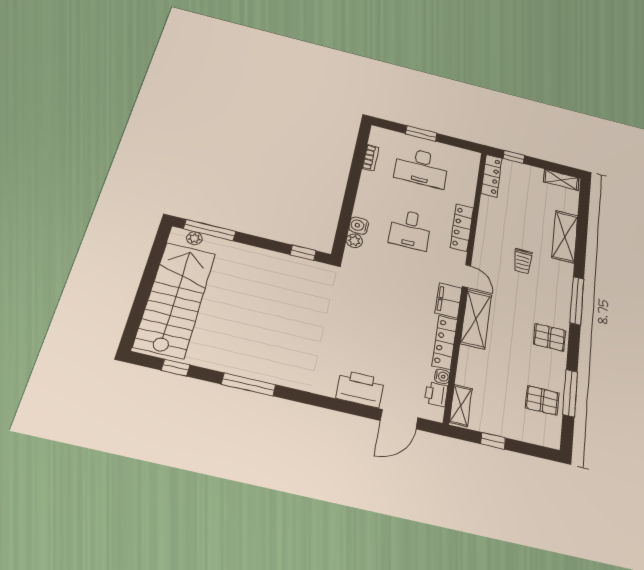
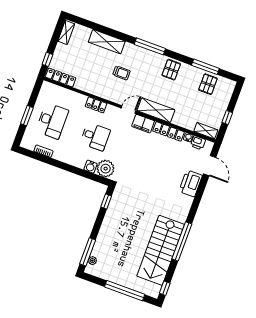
locker: (462, 228) -> (96, 105), width x0.66
plant: (354, 241) -> (106, 169), width x1.87, depth x1.87
window: (143, 294) -> (125, 291), added
stairs: (175, 299) -> (161, 250), moved, turned -90
window: (176, 368) -> (165, 288), moved
window: (249, 384) -> (182, 241), width x1.46

